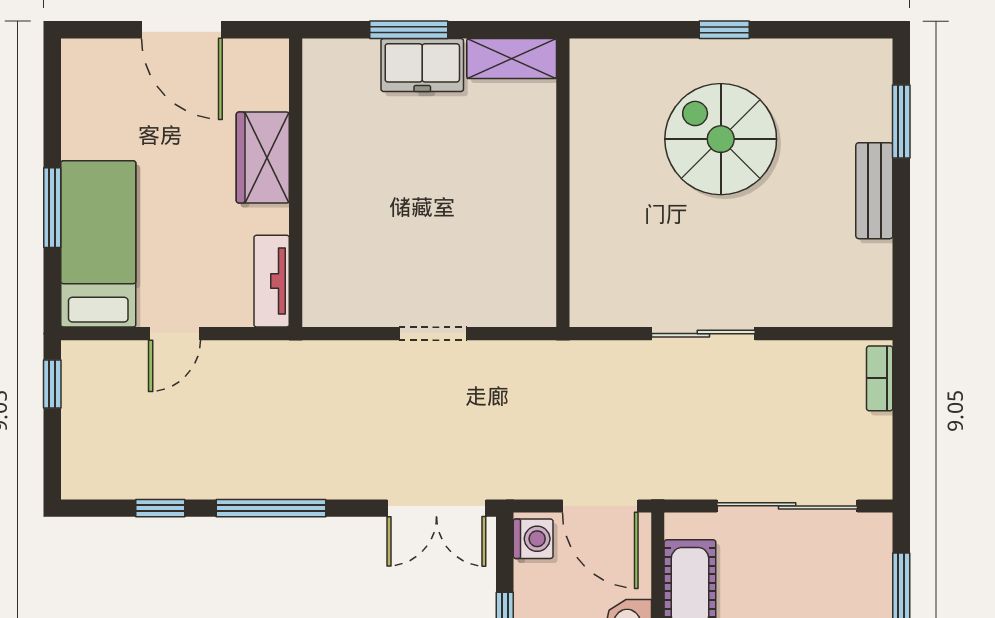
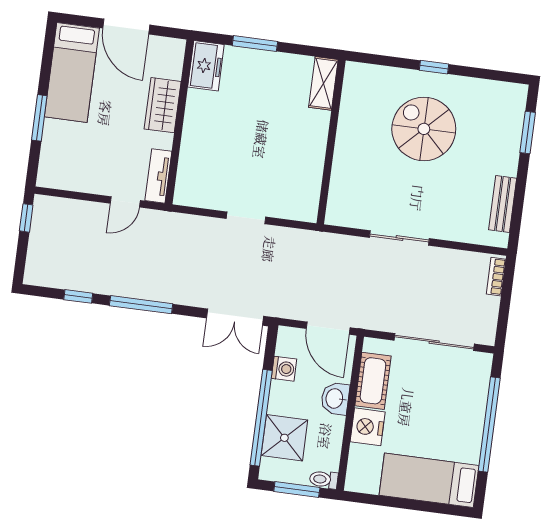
shelving: (512, 58) -> (323, 83), moved, turned 90
freezer: (422, 65) -> (206, 66), moved, turned -90
bench: (874, 191) -> (503, 204), moved
bed: (98, 244) -> (72, 72), moved, turned 180
door: (174, 334) -> (125, 202), moved
washing machine: (533, 539) -> (284, 369), moved

